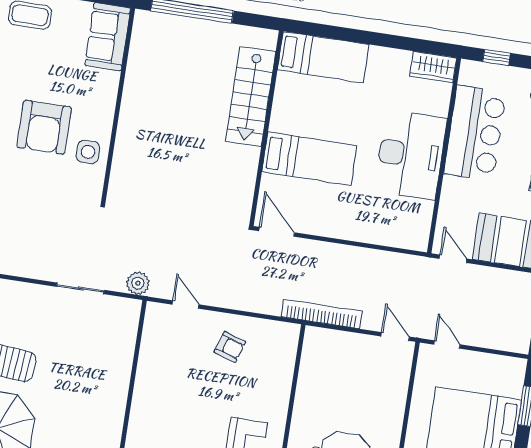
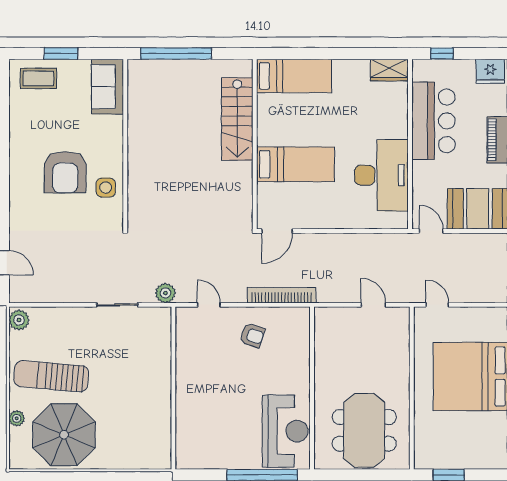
desk: (411, 155) -> (381, 175), moved
door: (277, 232) -> (277, 231), swing flipped
bookcase: (322, 314) -> (282, 295), moved
door: (395, 337) -> (373, 305), moved

